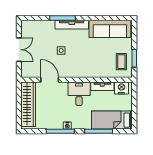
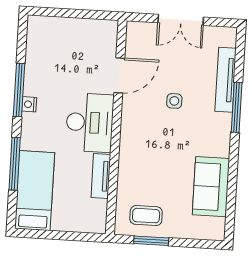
tv unit: (72, 25) -> (226, 80), moved
sofa: (110, 29) -> (211, 187), width x0.73
nightstand: (121, 88) -> (95, 213), removed
desk: (79, 94) -> (90, 123), width x1.37
wardrobe: (28, 104) -> (75, 31), removed

